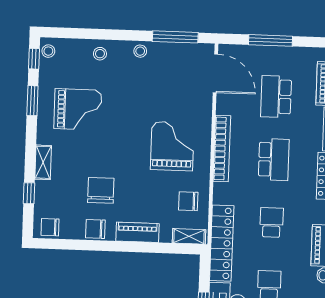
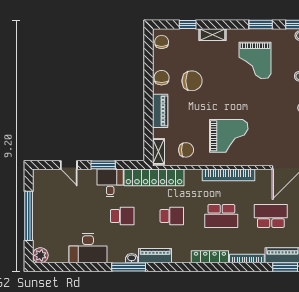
chair: (188, 201) -> (186, 150), turned 90

